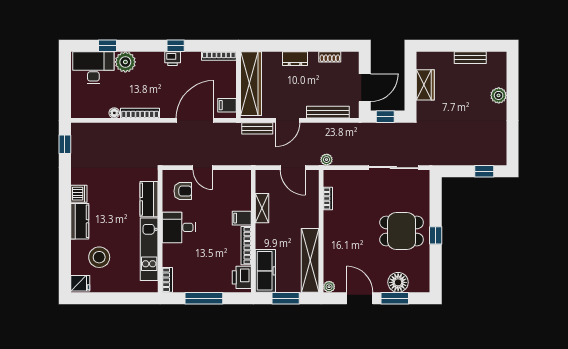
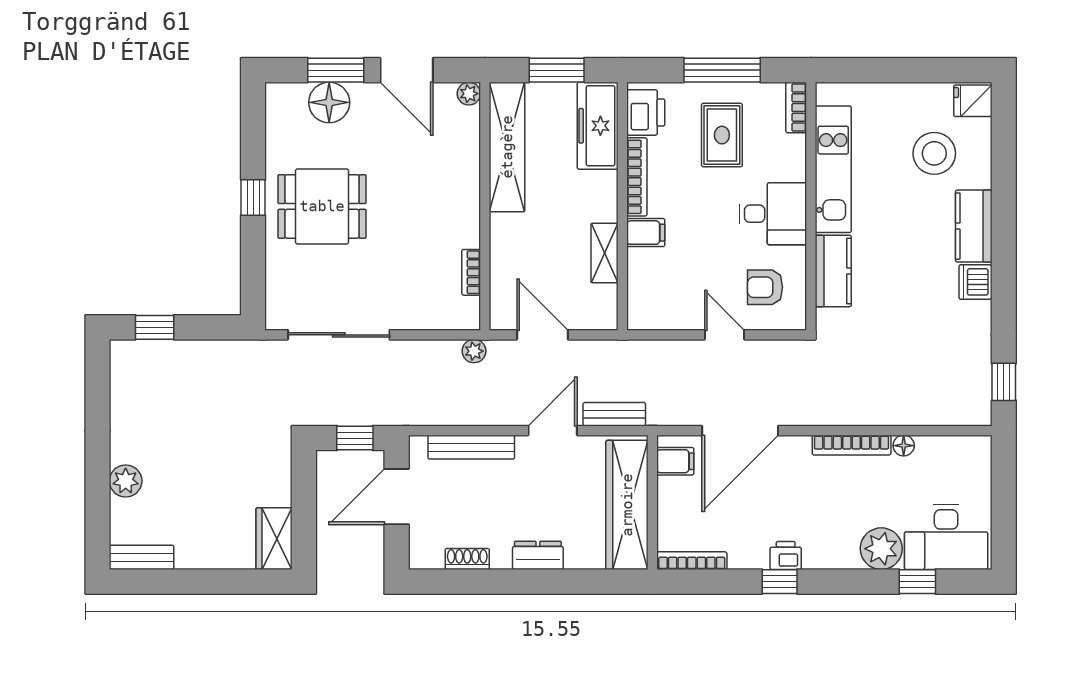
bench: (470, 58) -> (142, 557), moved
wardrobe: (425, 85) -> (274, 539), moved
rug: (204, 266) -> (722, 135), added

